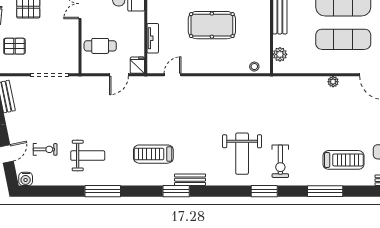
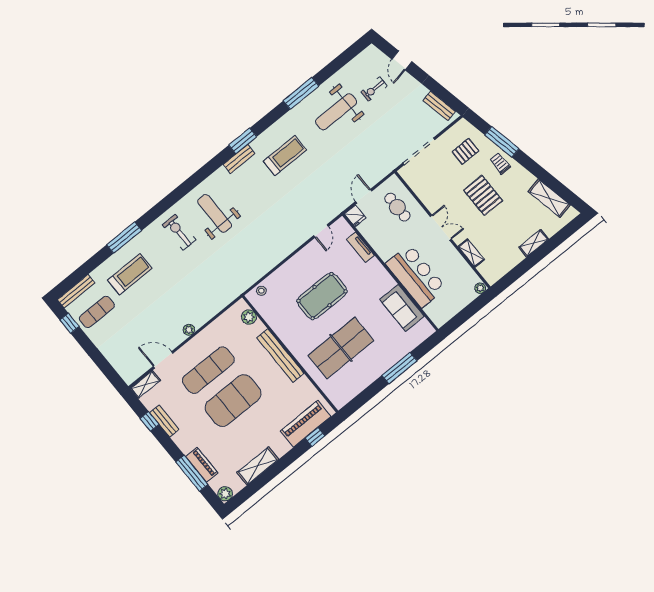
cafe table: (100, 46) -> (397, 207), turned 90
weight bench: (88, 156) -> (336, 112), width x1.36, depth x1.33
treadmill: (343, 160) -> (130, 274), turned 180
water cooler: (26, 179) -> (370, 53), removed
window: (264, 191) -> (173, 198), removed

